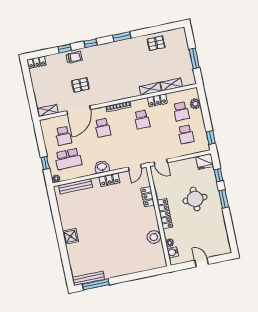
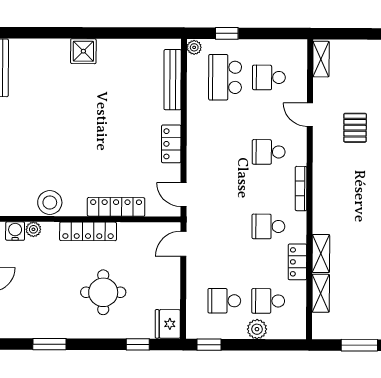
plant: (195, 104) -> (257, 329), moved
door: (79, 110) -> (310, 115), width x0.53
washbasin: (102, 167) -> (197, 135), removed
locker: (148, 197) -> (116, 207), width x1.53
window: (224, 199) -> (49, 344), moved

